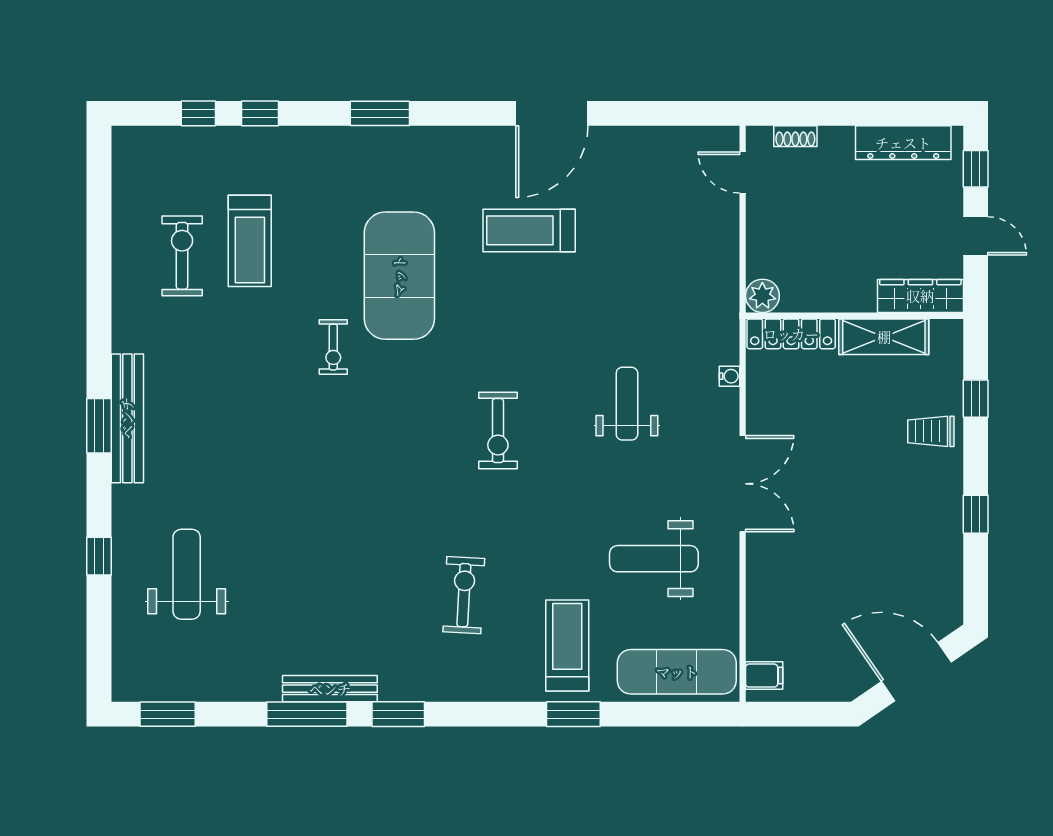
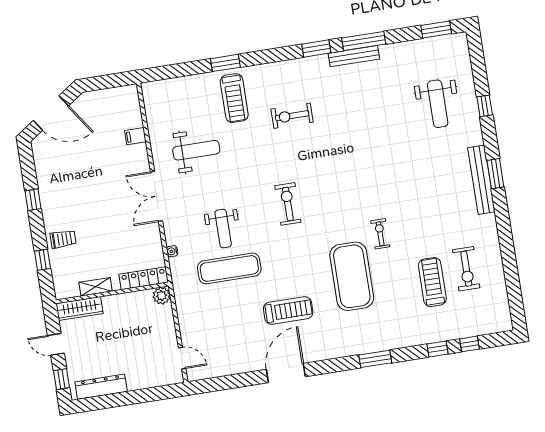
shoe rack: (795, 136) -> (158, 381), removed
shelving: (884, 337) -> (96, 287), width x0.67, depth x0.75
exercise bike: (464, 595) -> (292, 116), turned 87
exercise mat: (677, 672) -> (229, 268), moved
filing cabinet: (764, 676) -> (135, 136), moved

